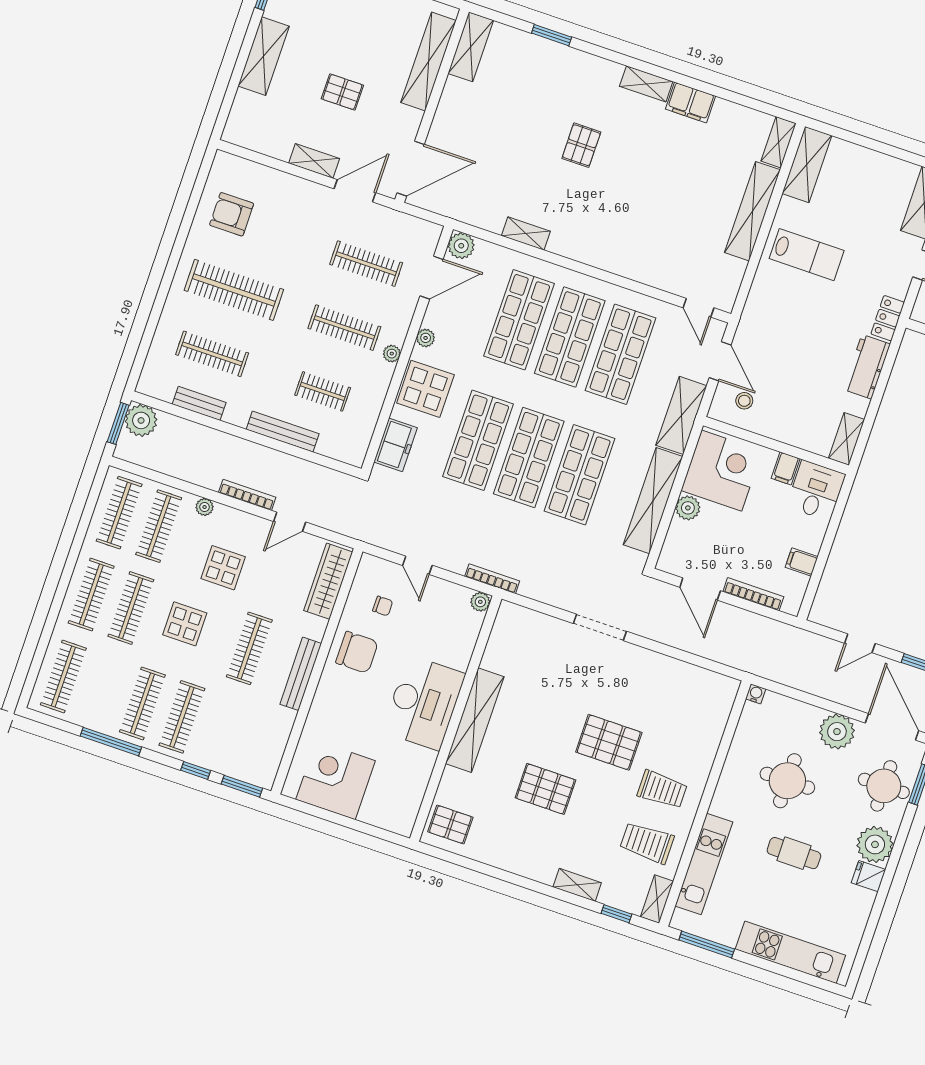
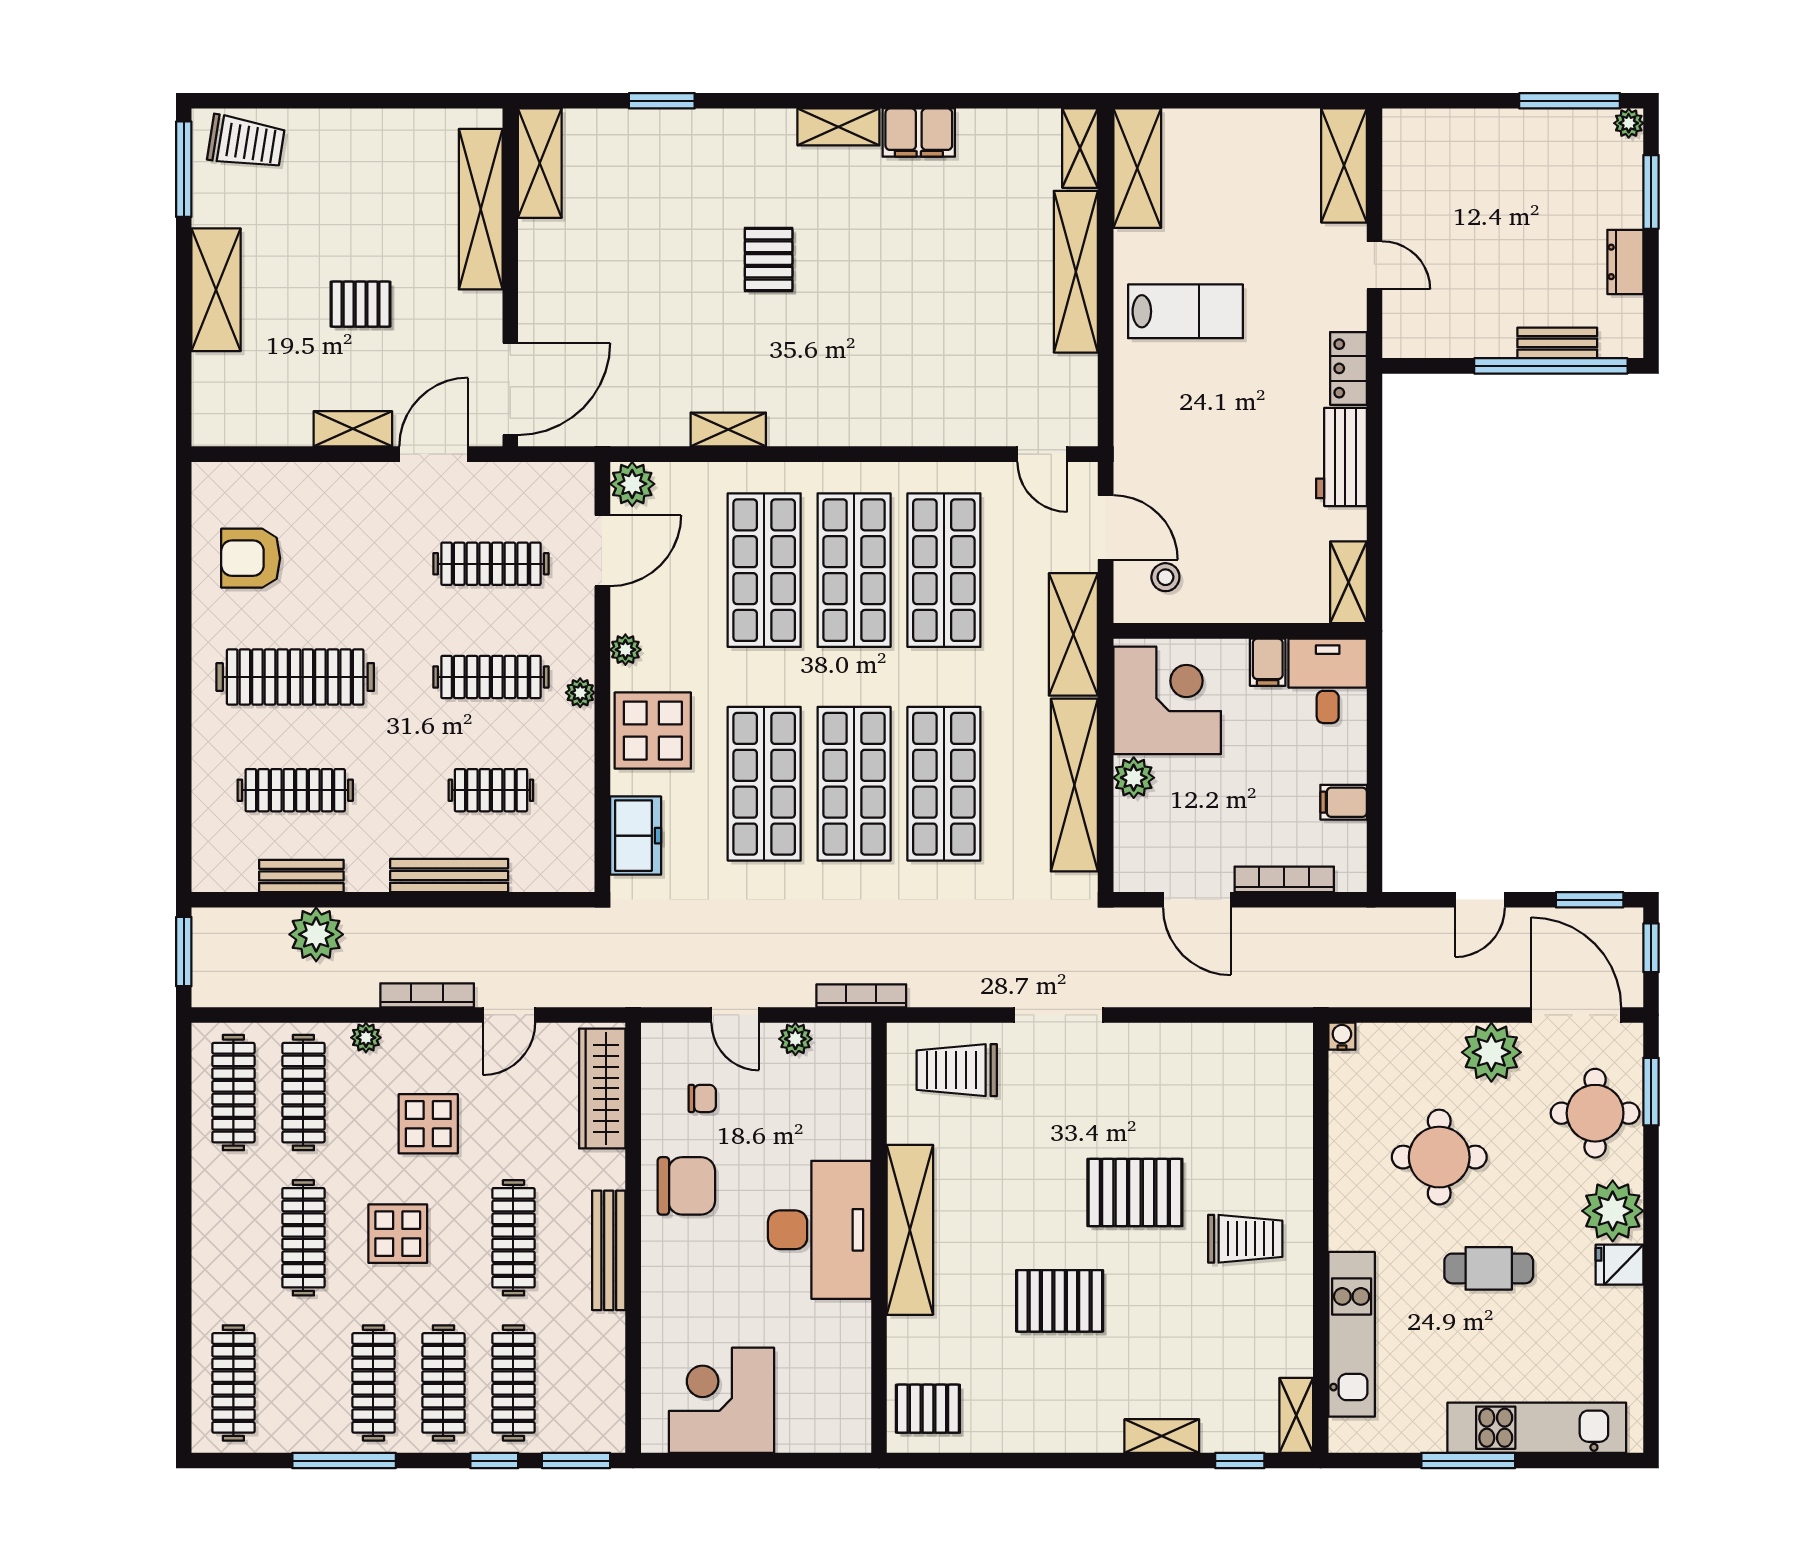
plant: (141, 420) -> (316, 934), moved
clothes rail: (91, 595) -> (513, 1383), moved
plant: (480, 602) -> (795, 1039), moved
trolley: (647, 843) -> (957, 1070), moved
window: (707, 944) -> (1468, 1461), moved

